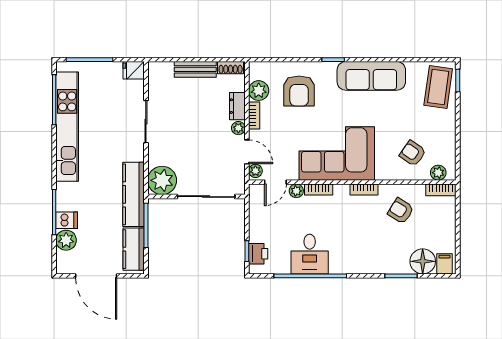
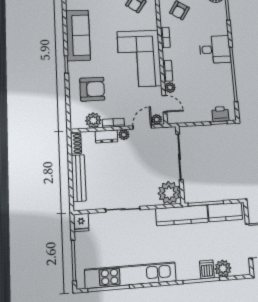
bench: (195, 69) -> (79, 178), width x1.36
desk: (310, 254) -> (215, 49), moved

